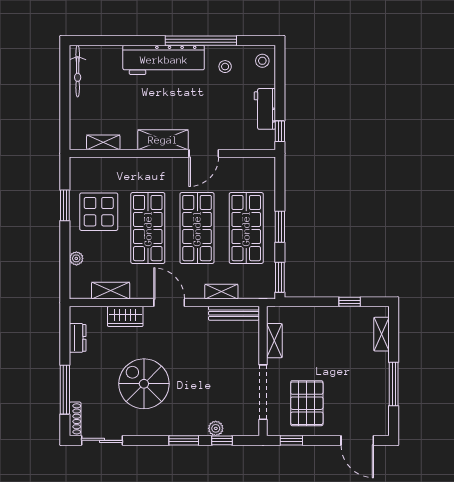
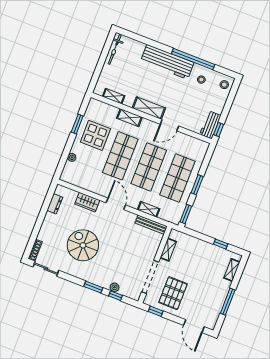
workbench: (265, 109) -> (210, 125), moved
shelving: (111, 291) -> (129, 118), moved
window: (65, 390) -> (36, 231), removed

